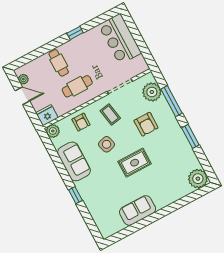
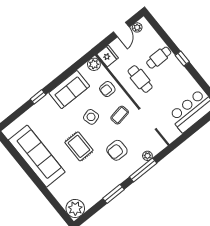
window: (75, 33) -> (182, 59), moved
plant: (152, 92) -> (147, 156), width x0.53, depth x0.53
sofa: (138, 210) -> (37, 156), width x1.85, depth x1.27

